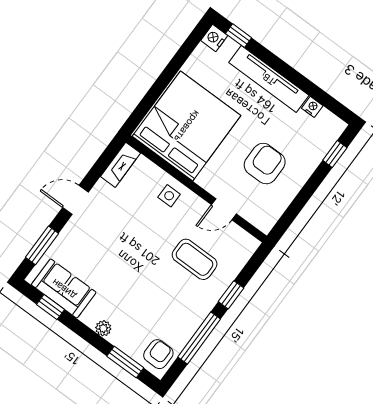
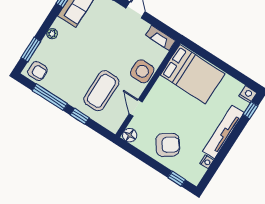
bed: (187, 126) -> (192, 74), width x0.73
armchair: (265, 164) -> (168, 145), moved, turned -35
side table: (169, 196) -> (142, 71), width x1.87, depth x1.87
floor lamp: (265, 221) -> (130, 135), added
coffee table: (195, 259) -> (101, 91), width x1.36, depth x1.32

